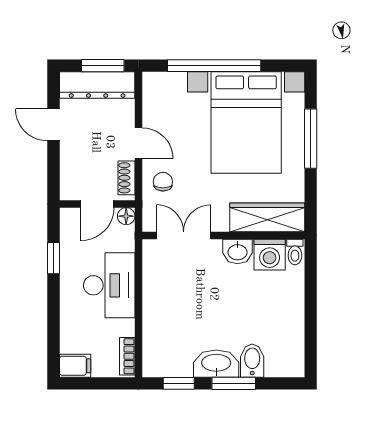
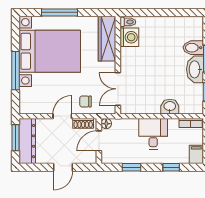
window: (214, 66) -> (16, 71), width x0.68
door: (54, 125) -> (63, 167), moved
door: (97, 204) -> (99, 141), swing flipped
washbasin: (237, 252) -> (170, 107), moved, turned -90
desk: (109, 285) -> (153, 134), width x0.73
window: (54, 324) -> (171, 167), added

